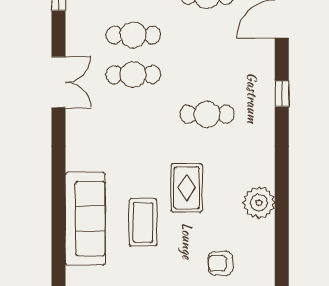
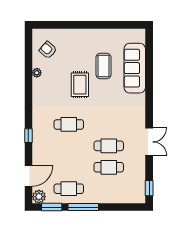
double door: (59, 82) -> (149, 142), swing flipped
plant: (259, 203) -> (37, 73), width x0.53, depth x0.53
armchair: (221, 263) -> (48, 50), moved, turned -139

